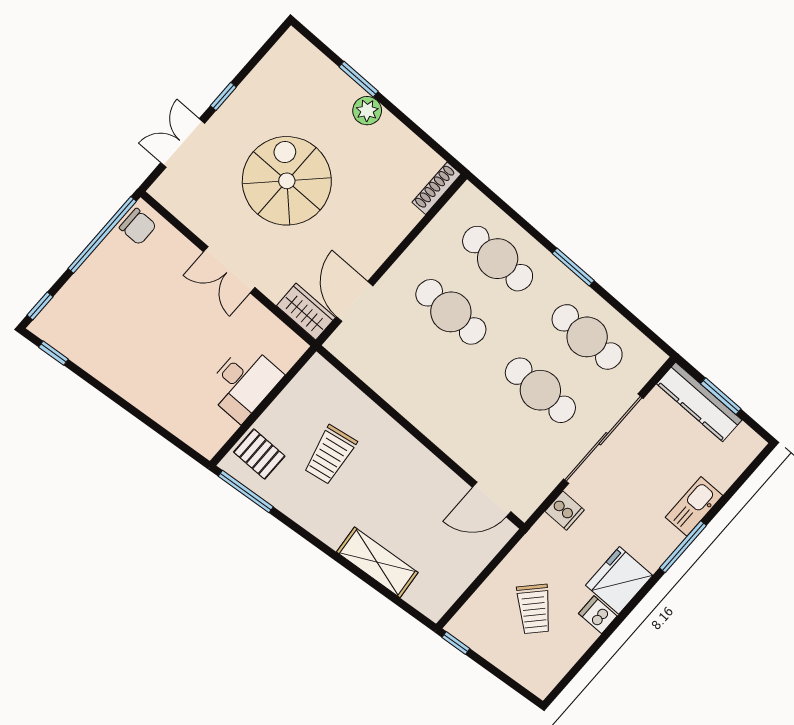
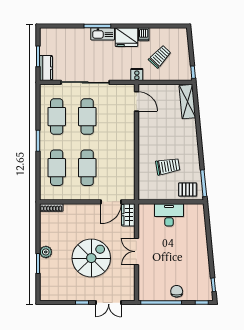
spiral stairs: (287, 181) -> (91, 258), turned 180
chair: (138, 227) -> (177, 291), moved
double door: (229, 270) -> (136, 252), swing flipped
kitchen counter: (699, 402) -> (46, 68), width x0.67
pallet: (259, 454) -> (188, 189), turned 90
kitchen sink: (694, 506) -> (103, 34), moved
cooker: (565, 511) -> (137, 75), moved
shelving: (377, 562) -> (187, 102), moved

